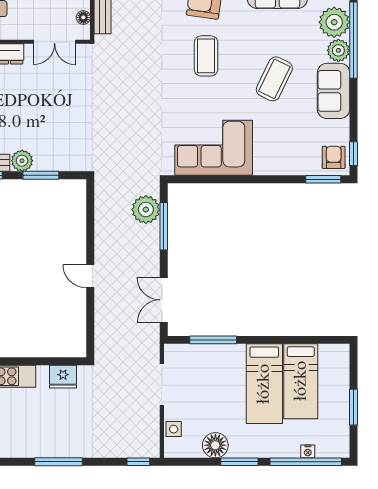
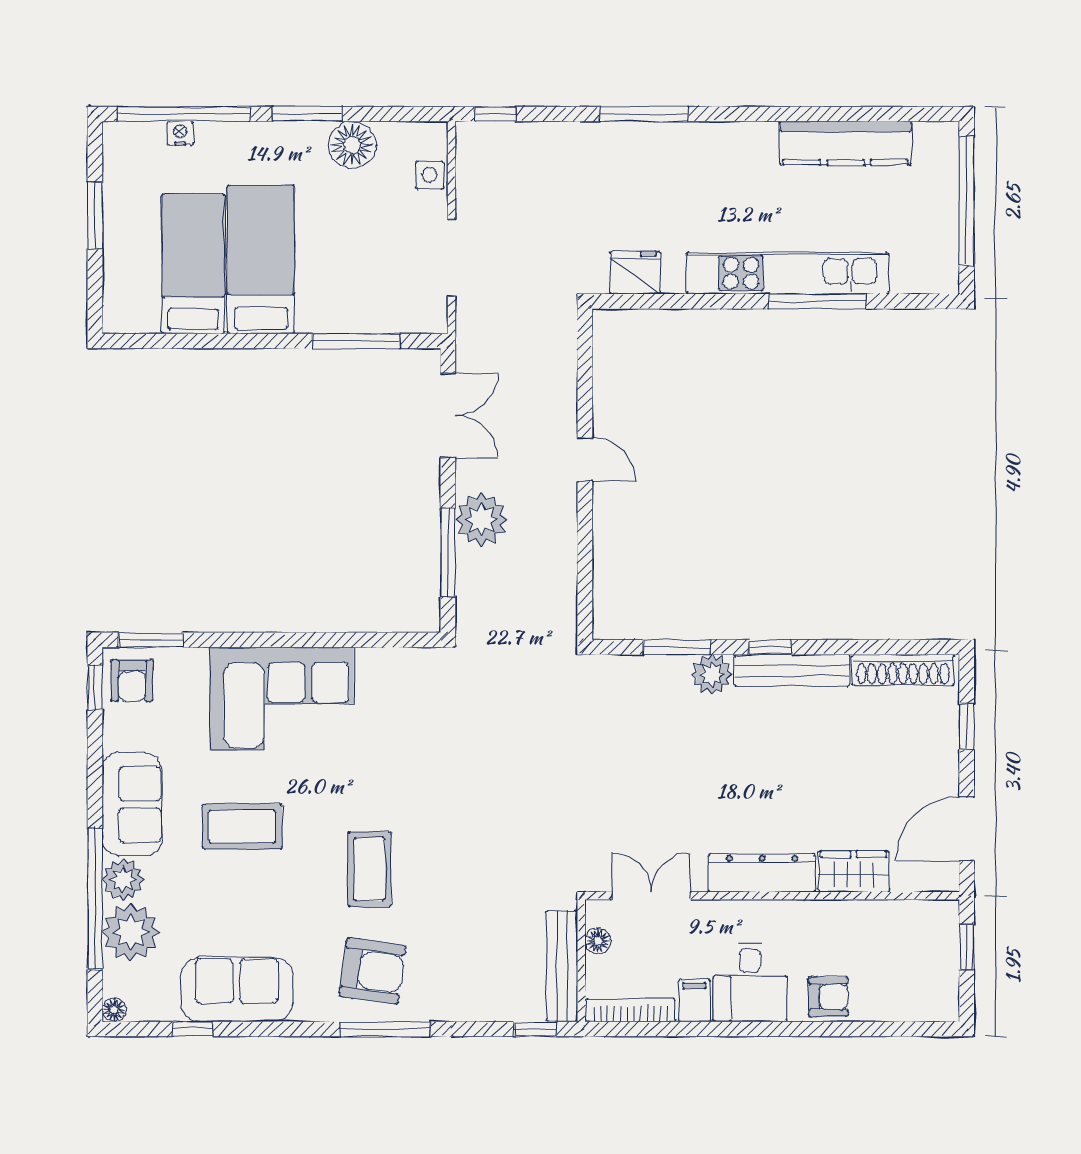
coffee table: (274, 79) -> (242, 827), turned 64
corner sofa: (214, 148) -> (282, 699), moved
plant: (146, 210) -> (481, 519), moved

